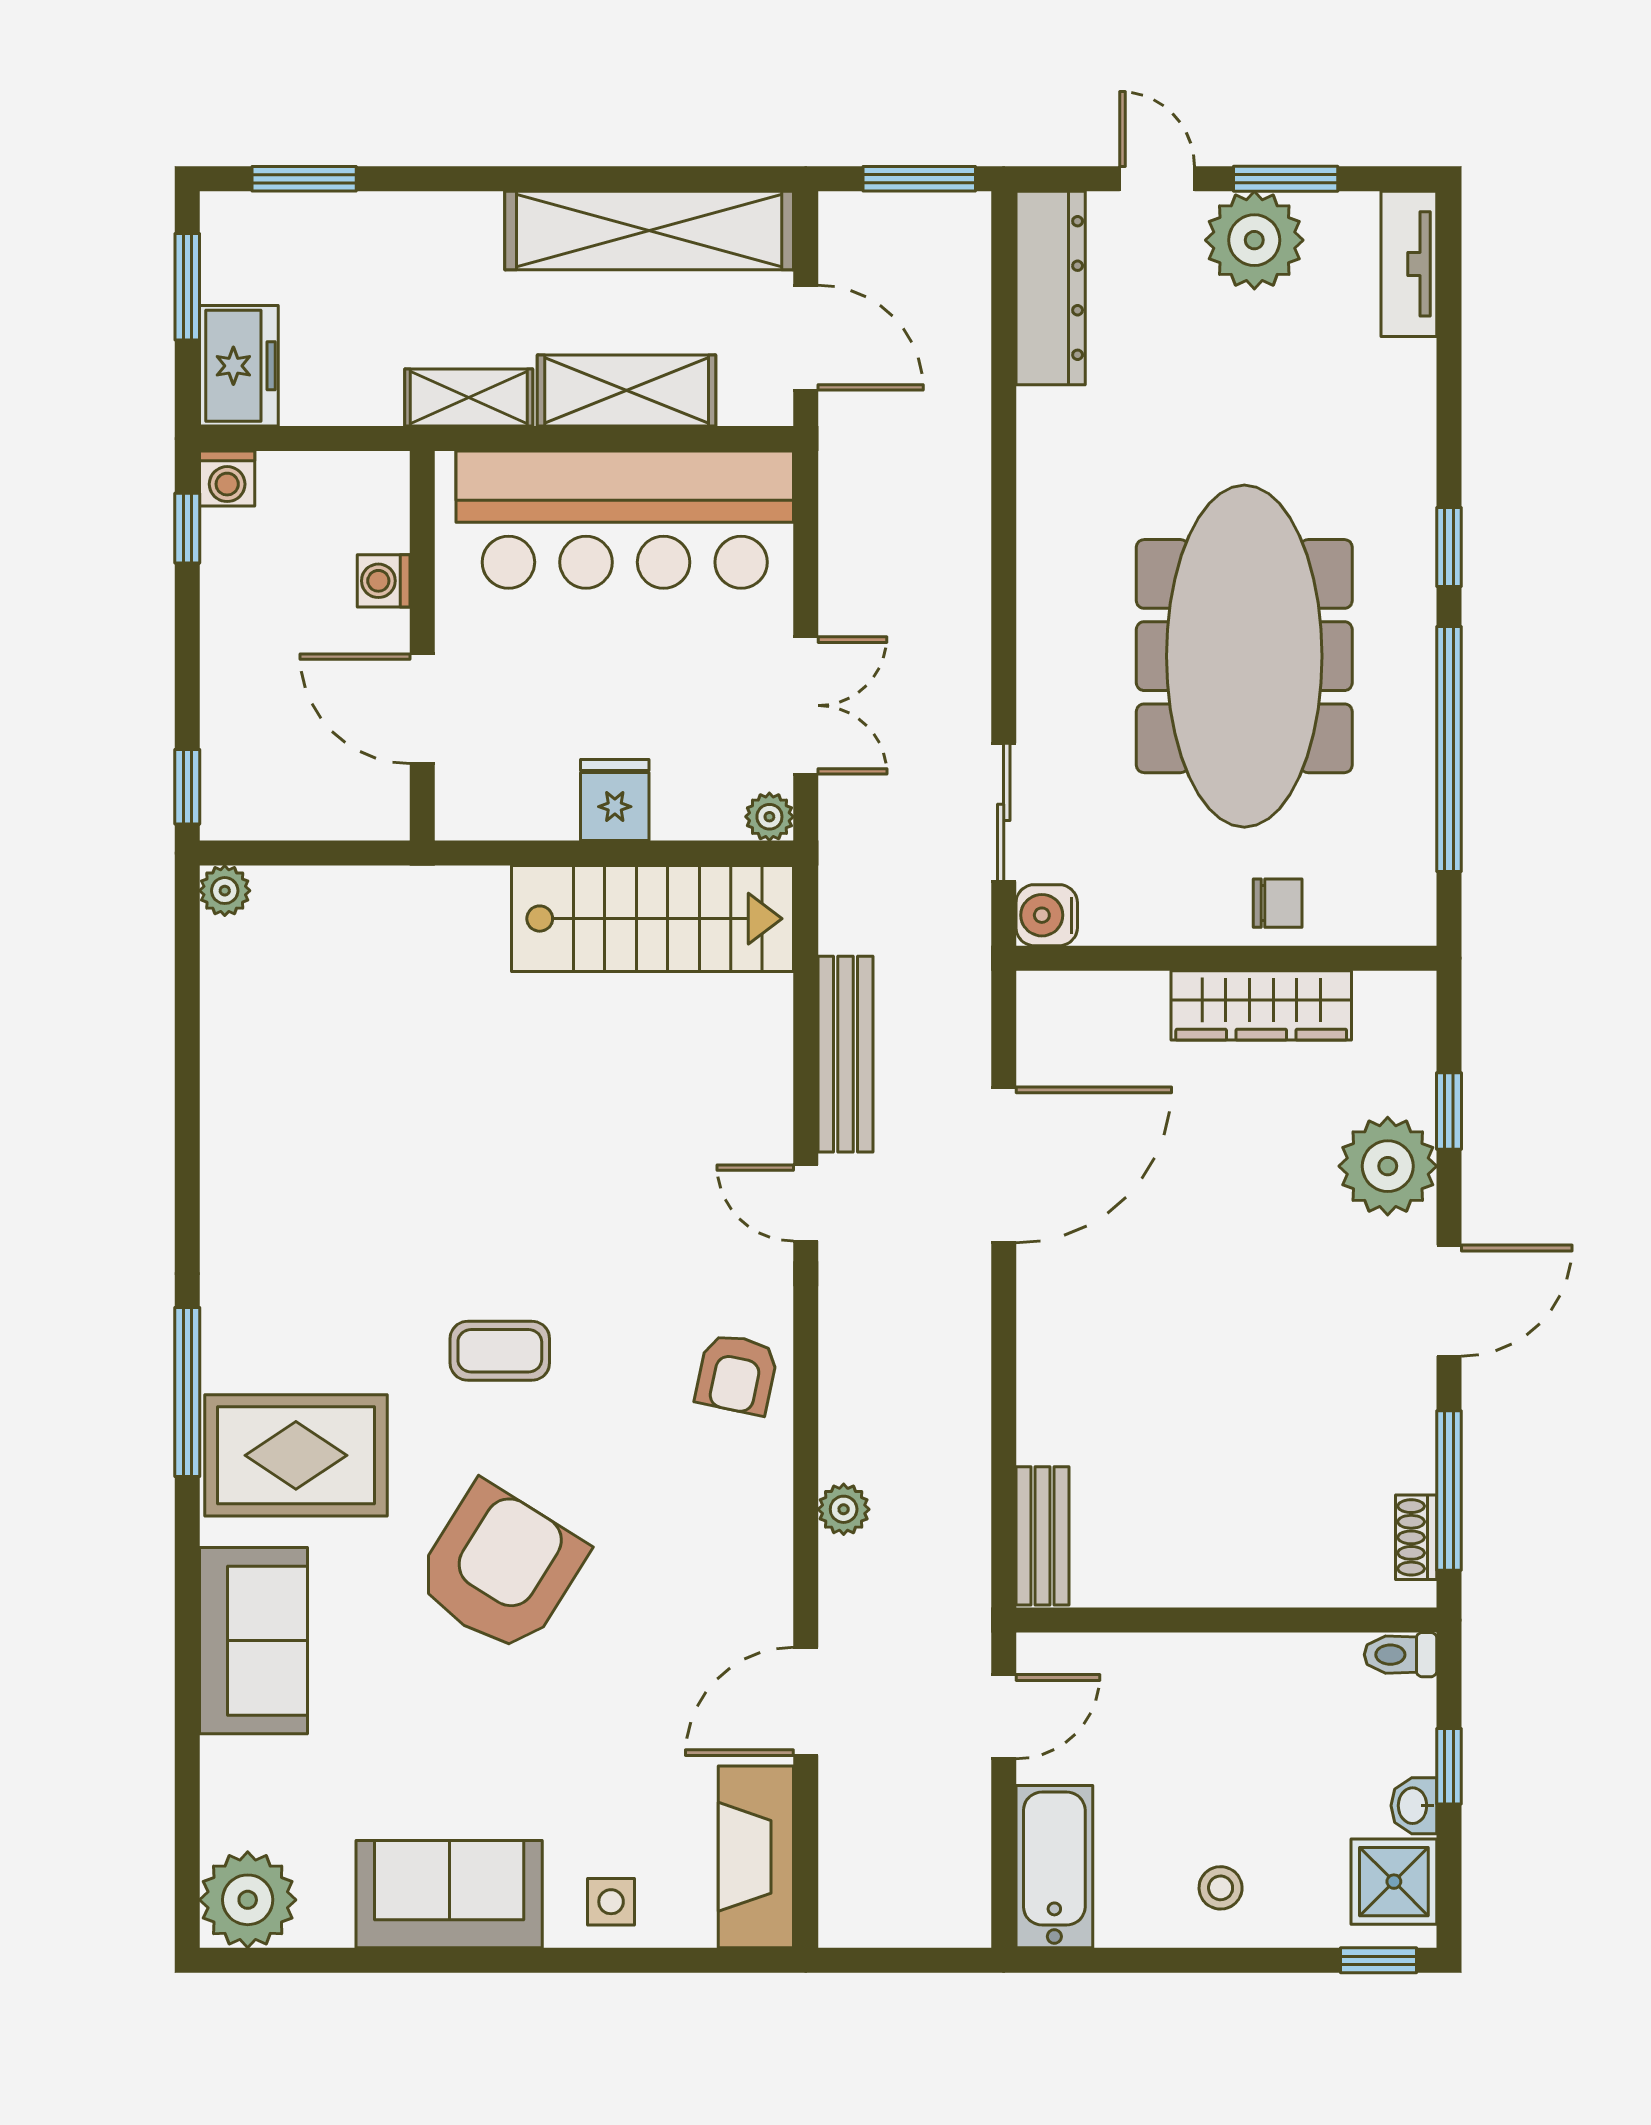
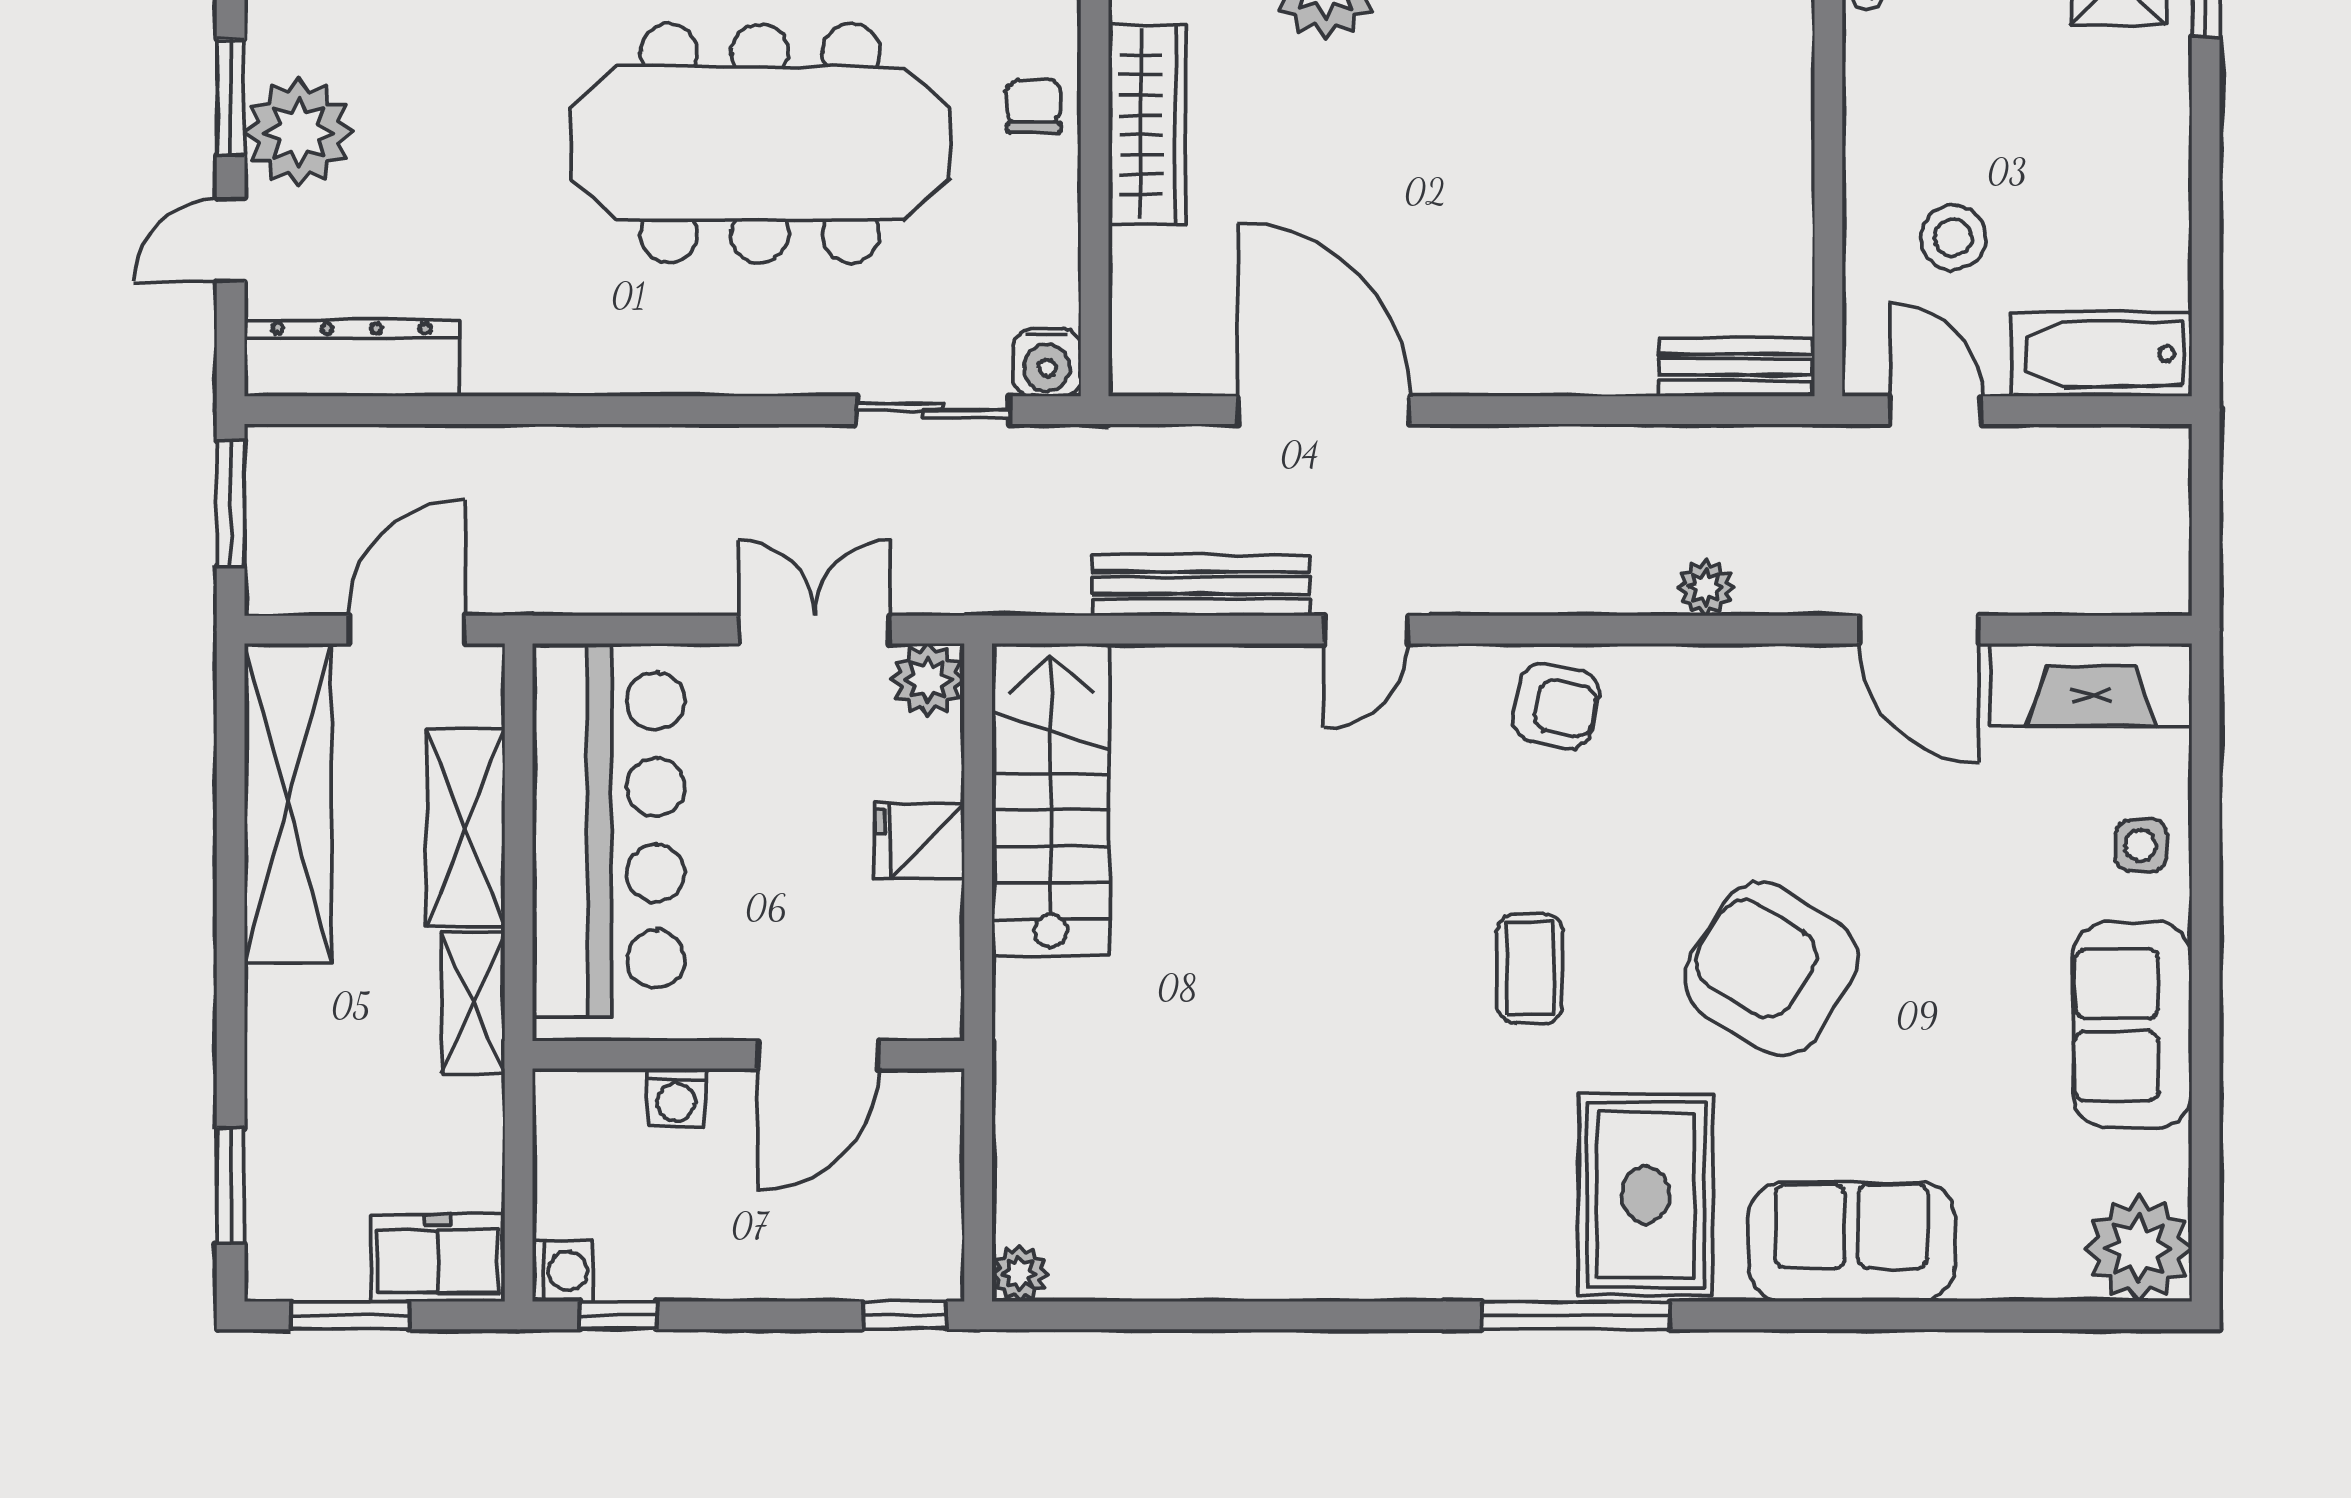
plant: (769, 817) -> (928, 680), width x1.38, depth x1.38
stool: (1221, 1888) -> (1953, 237), moved, width x1.37, depth x1.37

